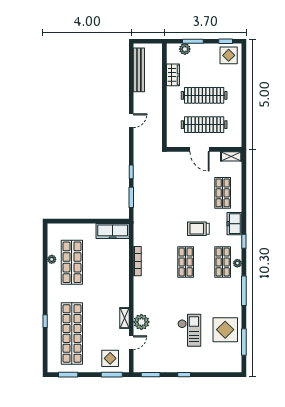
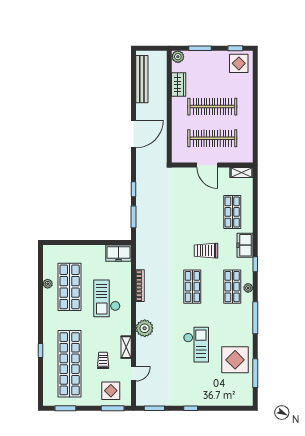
plant: (185, 49) -> (178, 57), moved
door: (131, 121) -> (134, 134), width x1.88
freezer: (113, 231) -> (119, 253), width x0.71
checkout: (107, 273) -> (107, 298), added
plant: (141, 322) -> (145, 328), moved
trolley: (103, 330) -> (103, 360), added
checkout: (189, 330) -> (196, 345), moved

